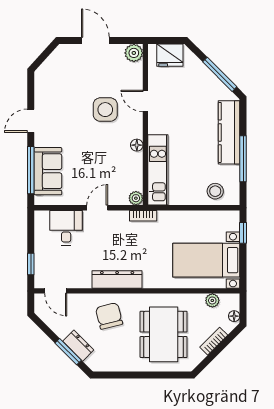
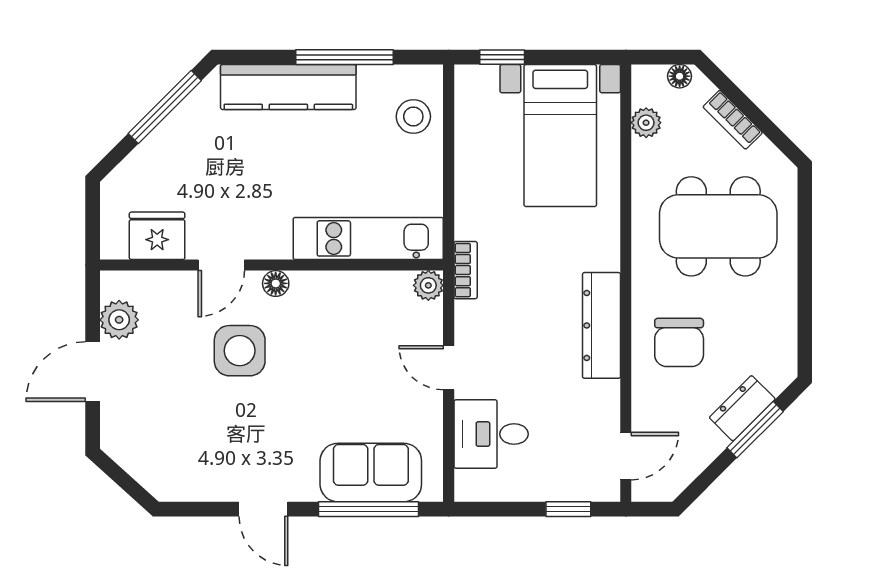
plant: (134, 53) -> (119, 320), moved
fridge: (170, 55) -> (157, 236), moved, turned -90
floor lamp: (137, 145) -> (276, 283), moved
chair: (109, 316) -> (679, 342), turned -76

